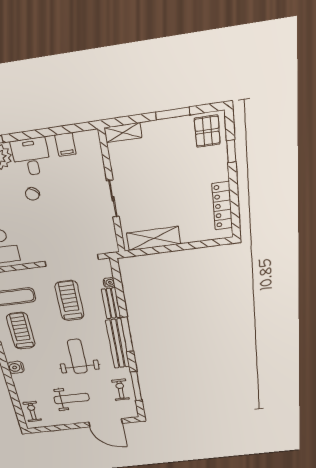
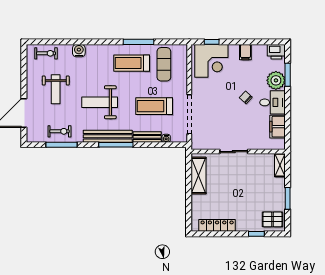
filing cabinet: (65, 145) -> (278, 127), width x2.00
treadmill: (70, 301) -> (154, 106), turned 180
treadmill: (21, 331) -> (132, 63), turned 180
weight bench: (77, 356) -> (100, 102), turned 180
water cooler: (16, 367) -> (79, 51), moved

